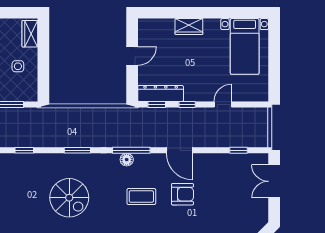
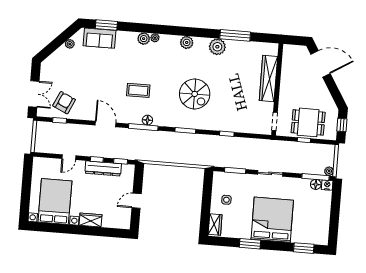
bed with nightstands: (245, 46) -> (55, 202), width x1.36
dresser: (161, 93) -> (103, 168), moved
armchair: (182, 194) -> (64, 103), moved, turned 115
spiral stairs: (69, 198) -> (195, 94), turned 180

